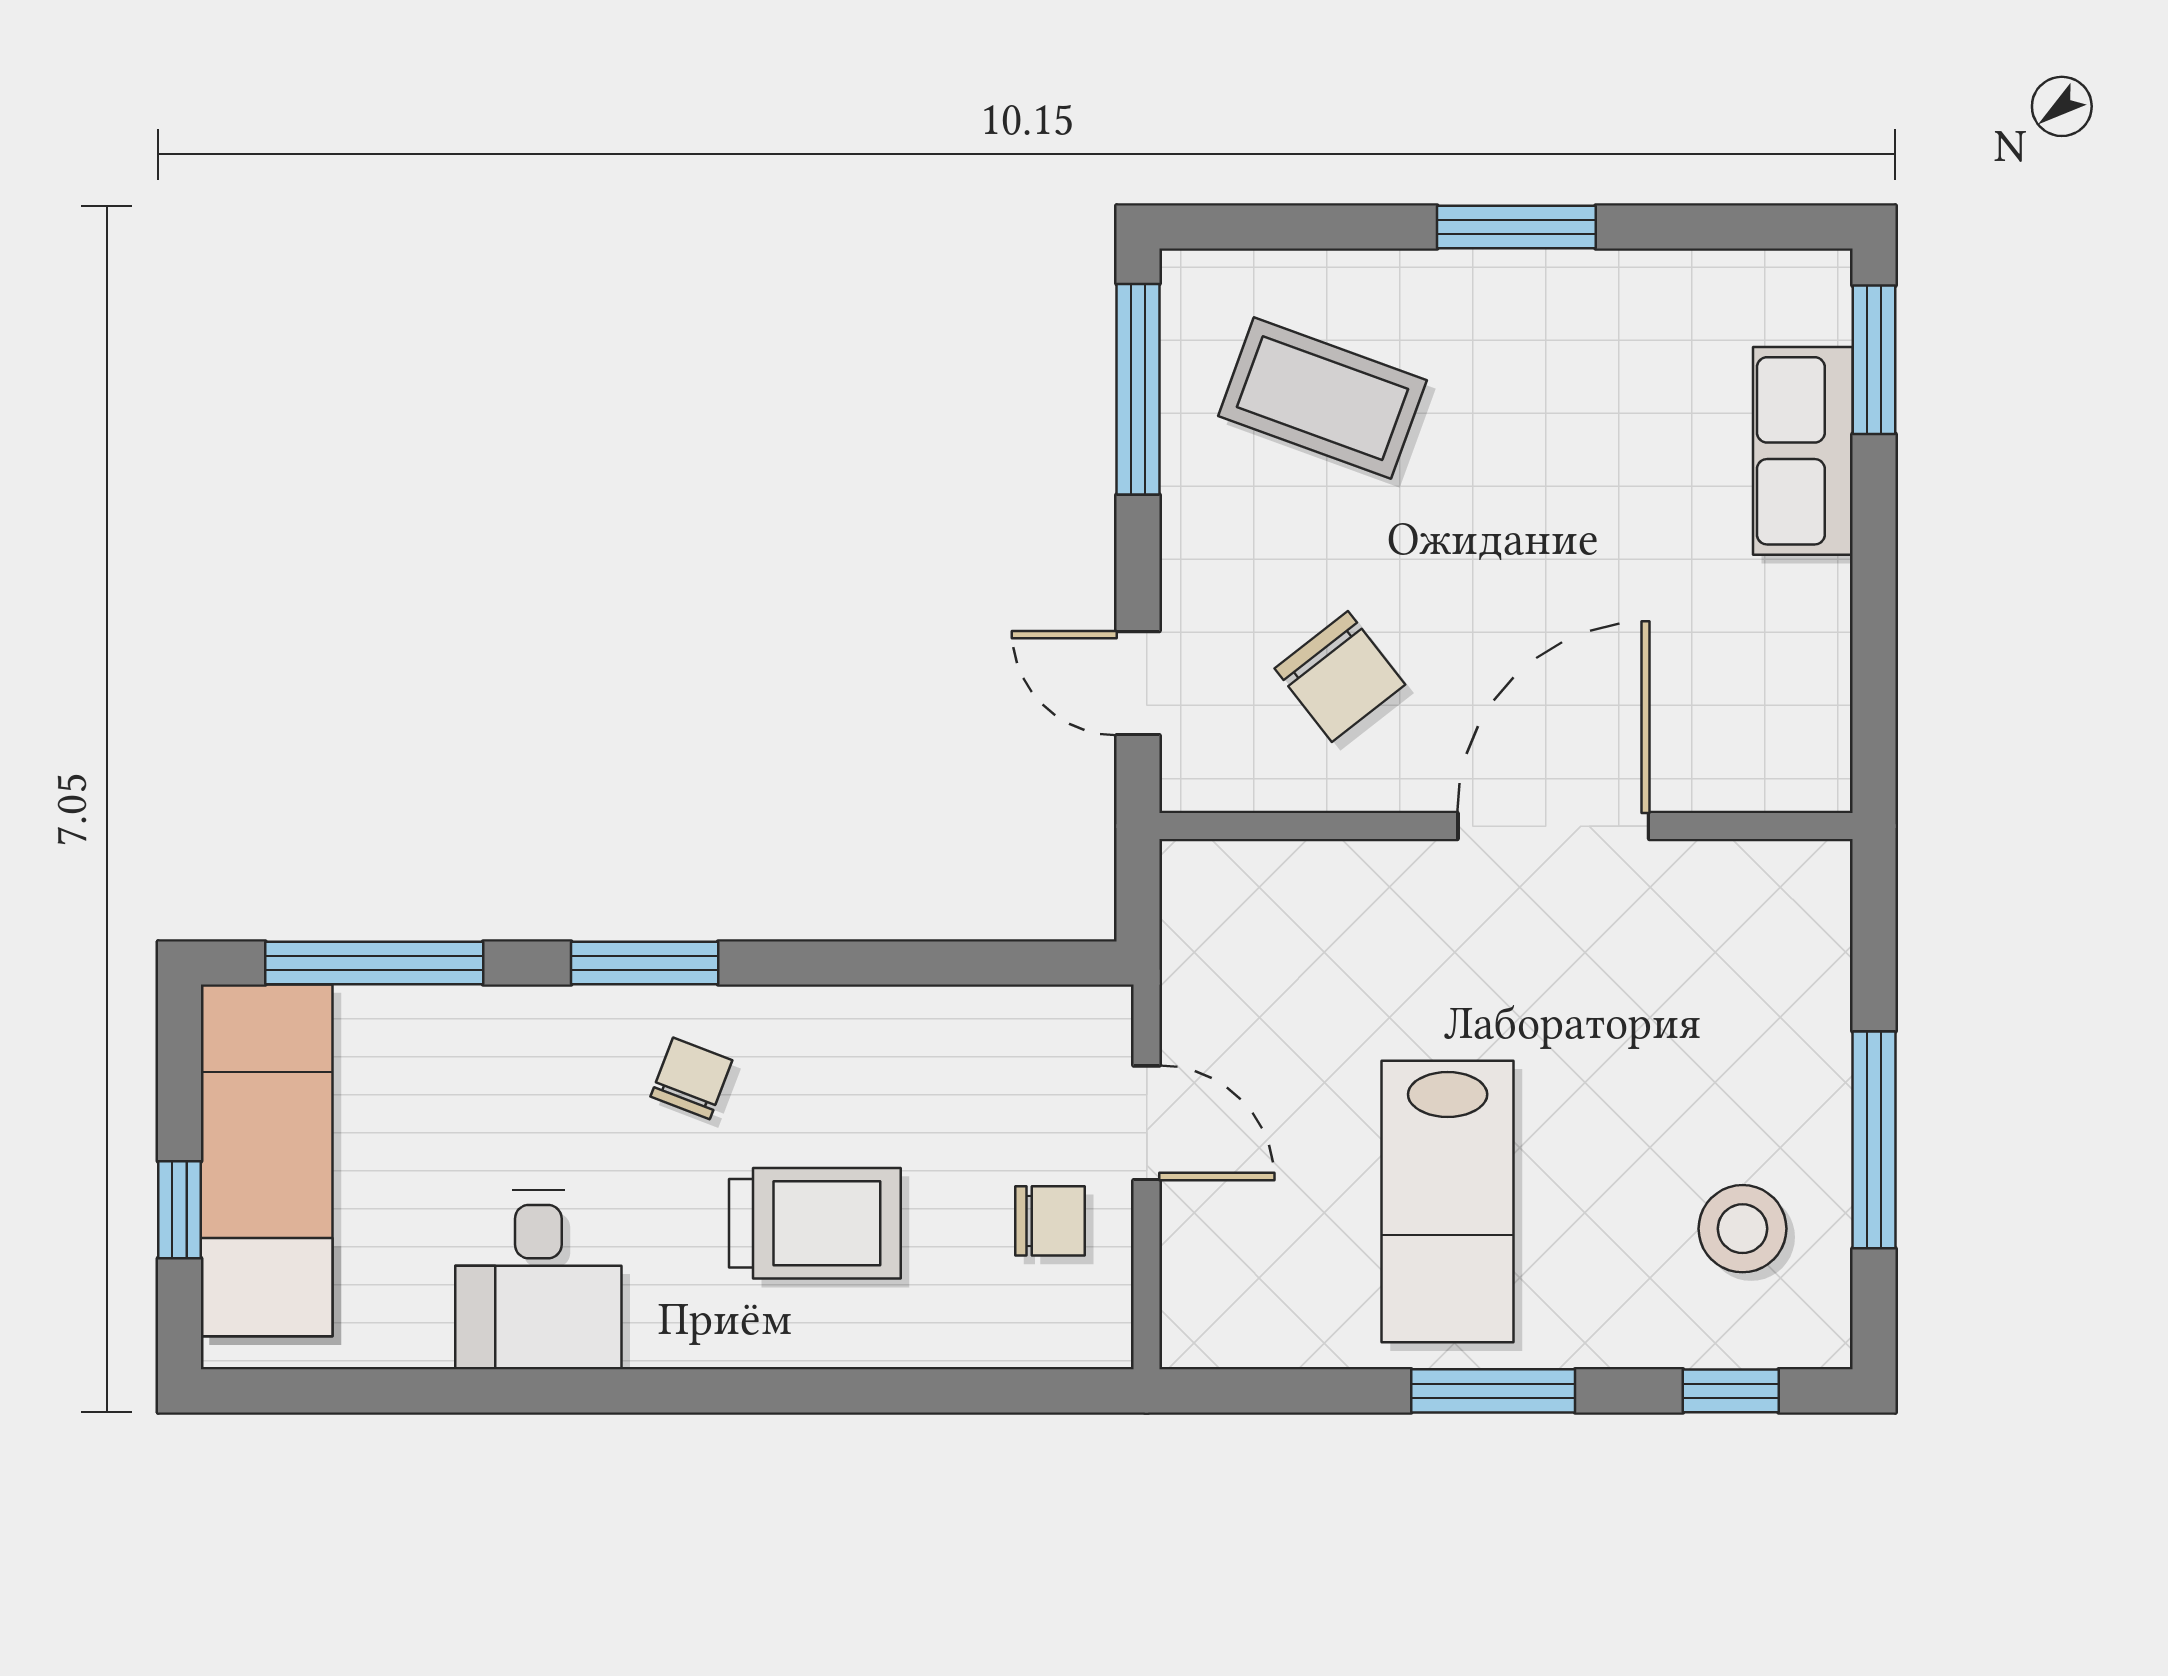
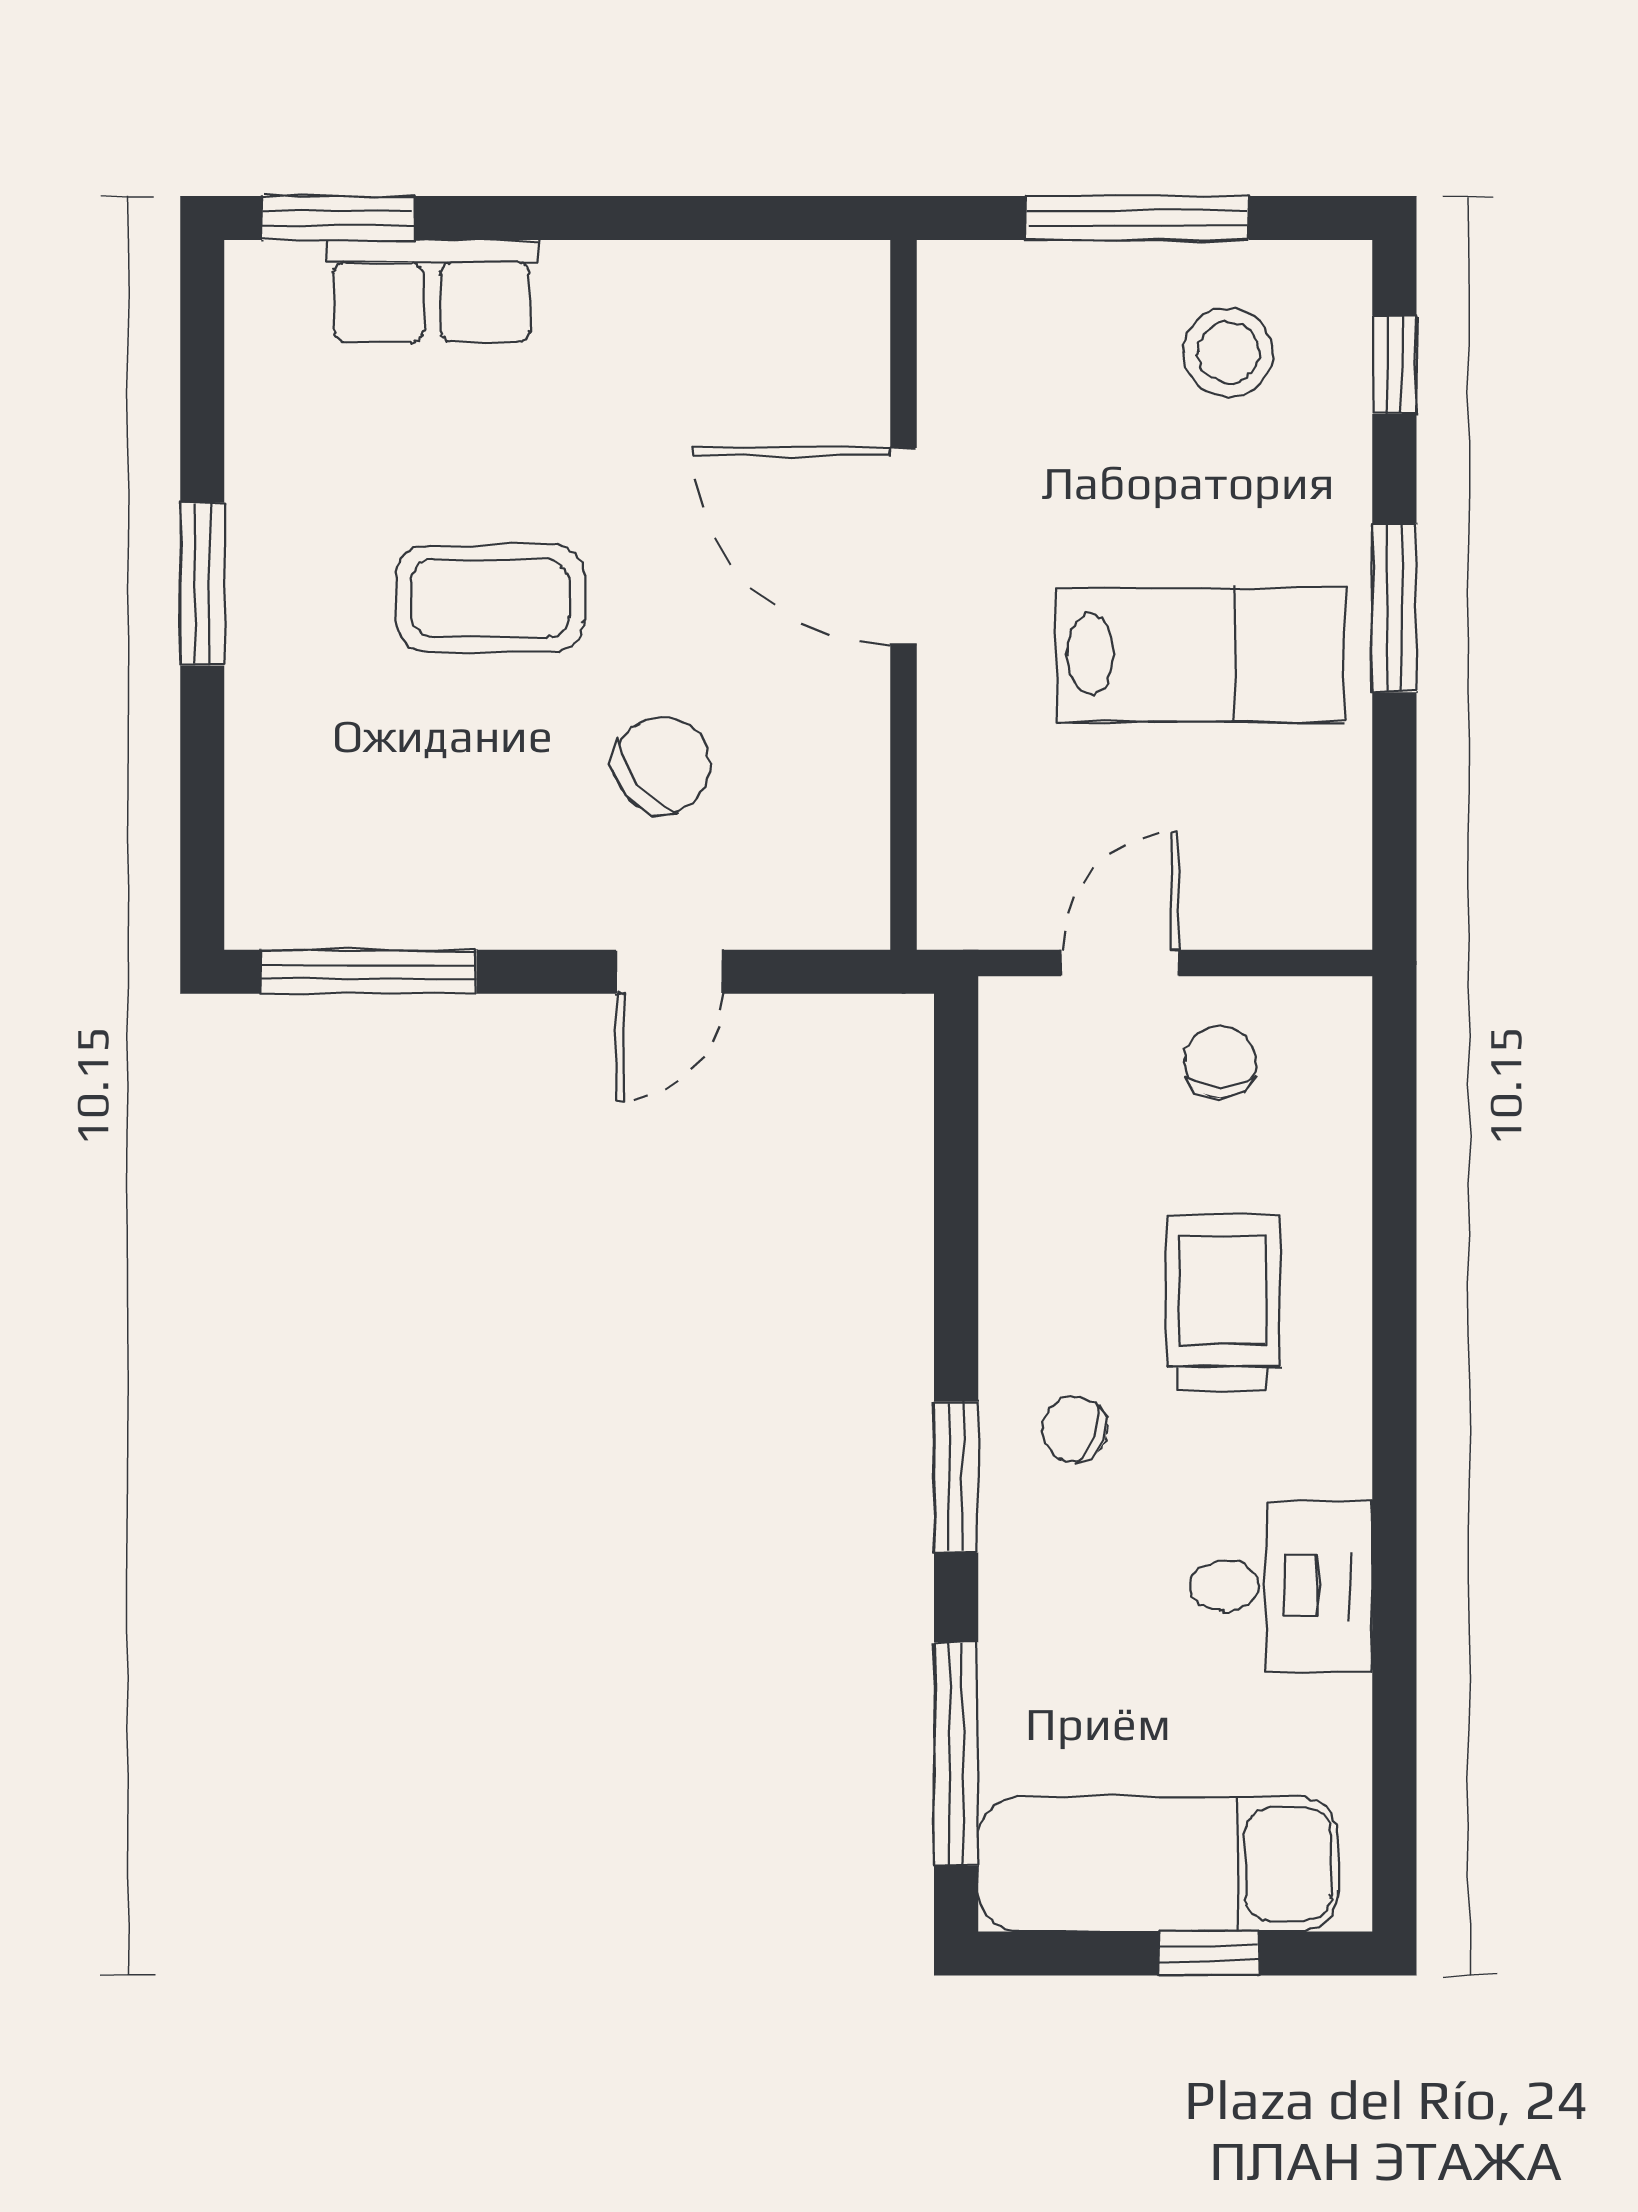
coffee table: (1322, 398) -> (490, 598), moved, turned 70
wall: (1506, 826) -> (904, 595), moved
door: (1553, 826) -> (904, 546), moved

